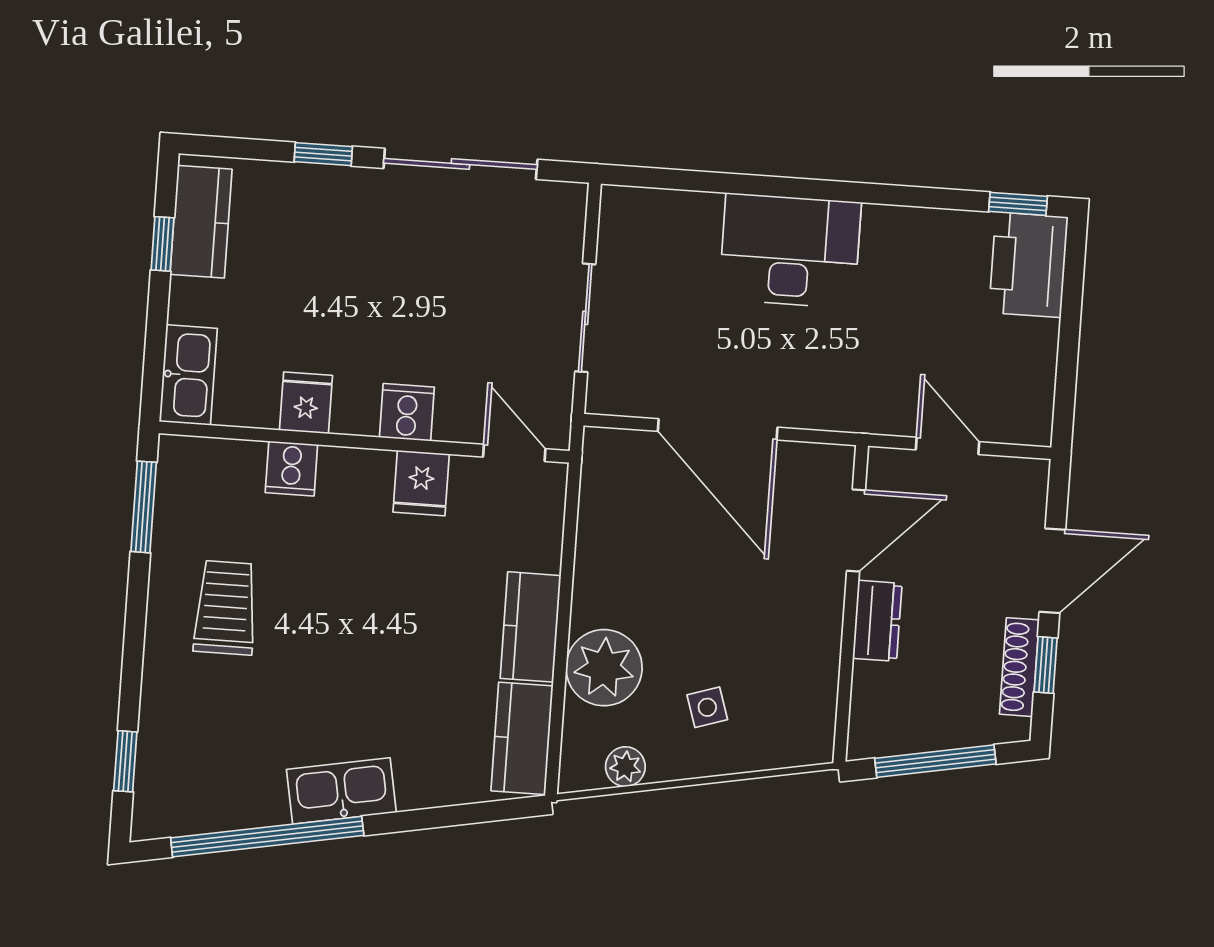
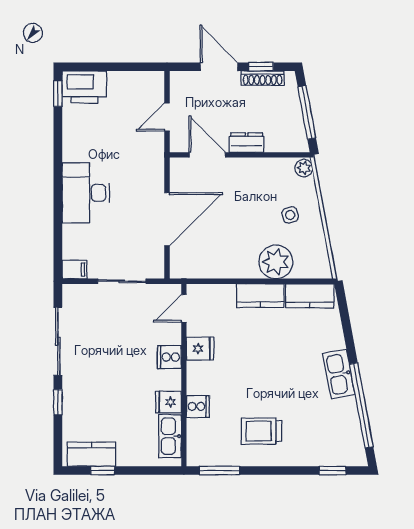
filing cabinet: (619, 213) -> (74, 269), added
kitchen sink: (188, 375) -> (170, 436), moved, turned -90
plant: (625, 767) -> (304, 168), moved

